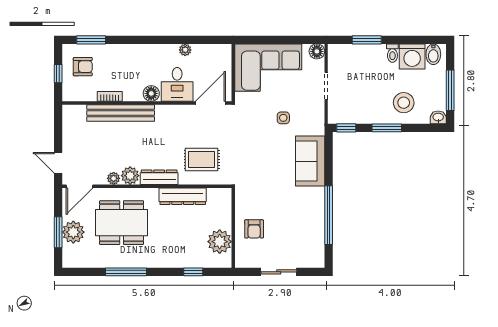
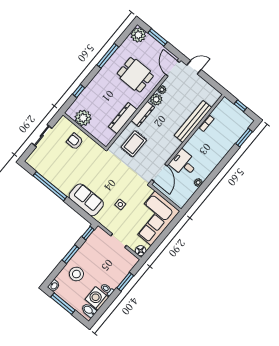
armchair: (83, 67) -> (234, 122), removed
floor lamp: (151, 93) -> (190, 146), removed
dining table: (122, 223) -> (135, 75), width x0.73
plant: (73, 232) -> (138, 35), moved

